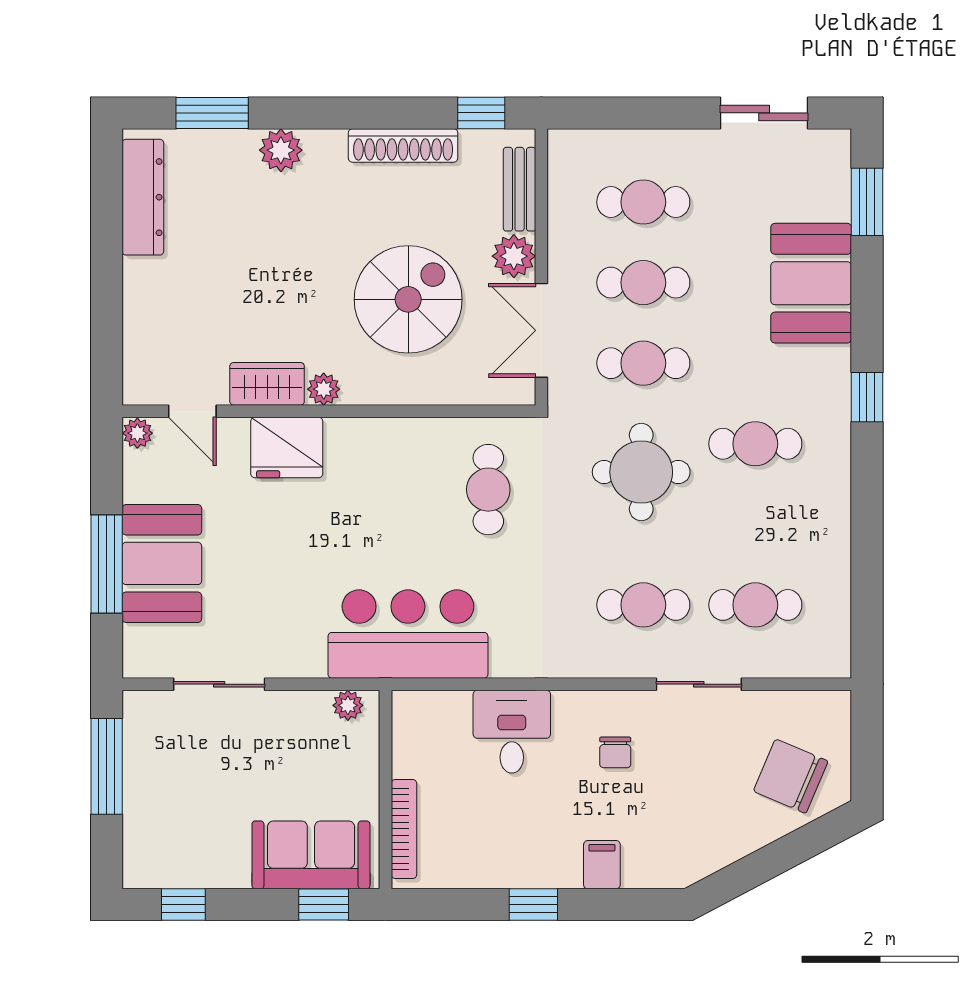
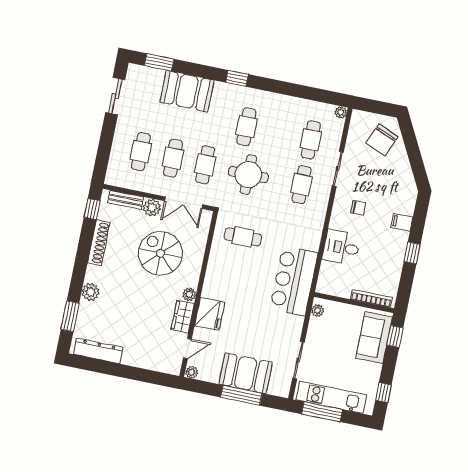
plant: (837, 664) -> (341, 112), added
kitchen unit: (146, 781) -> (331, 397), added

